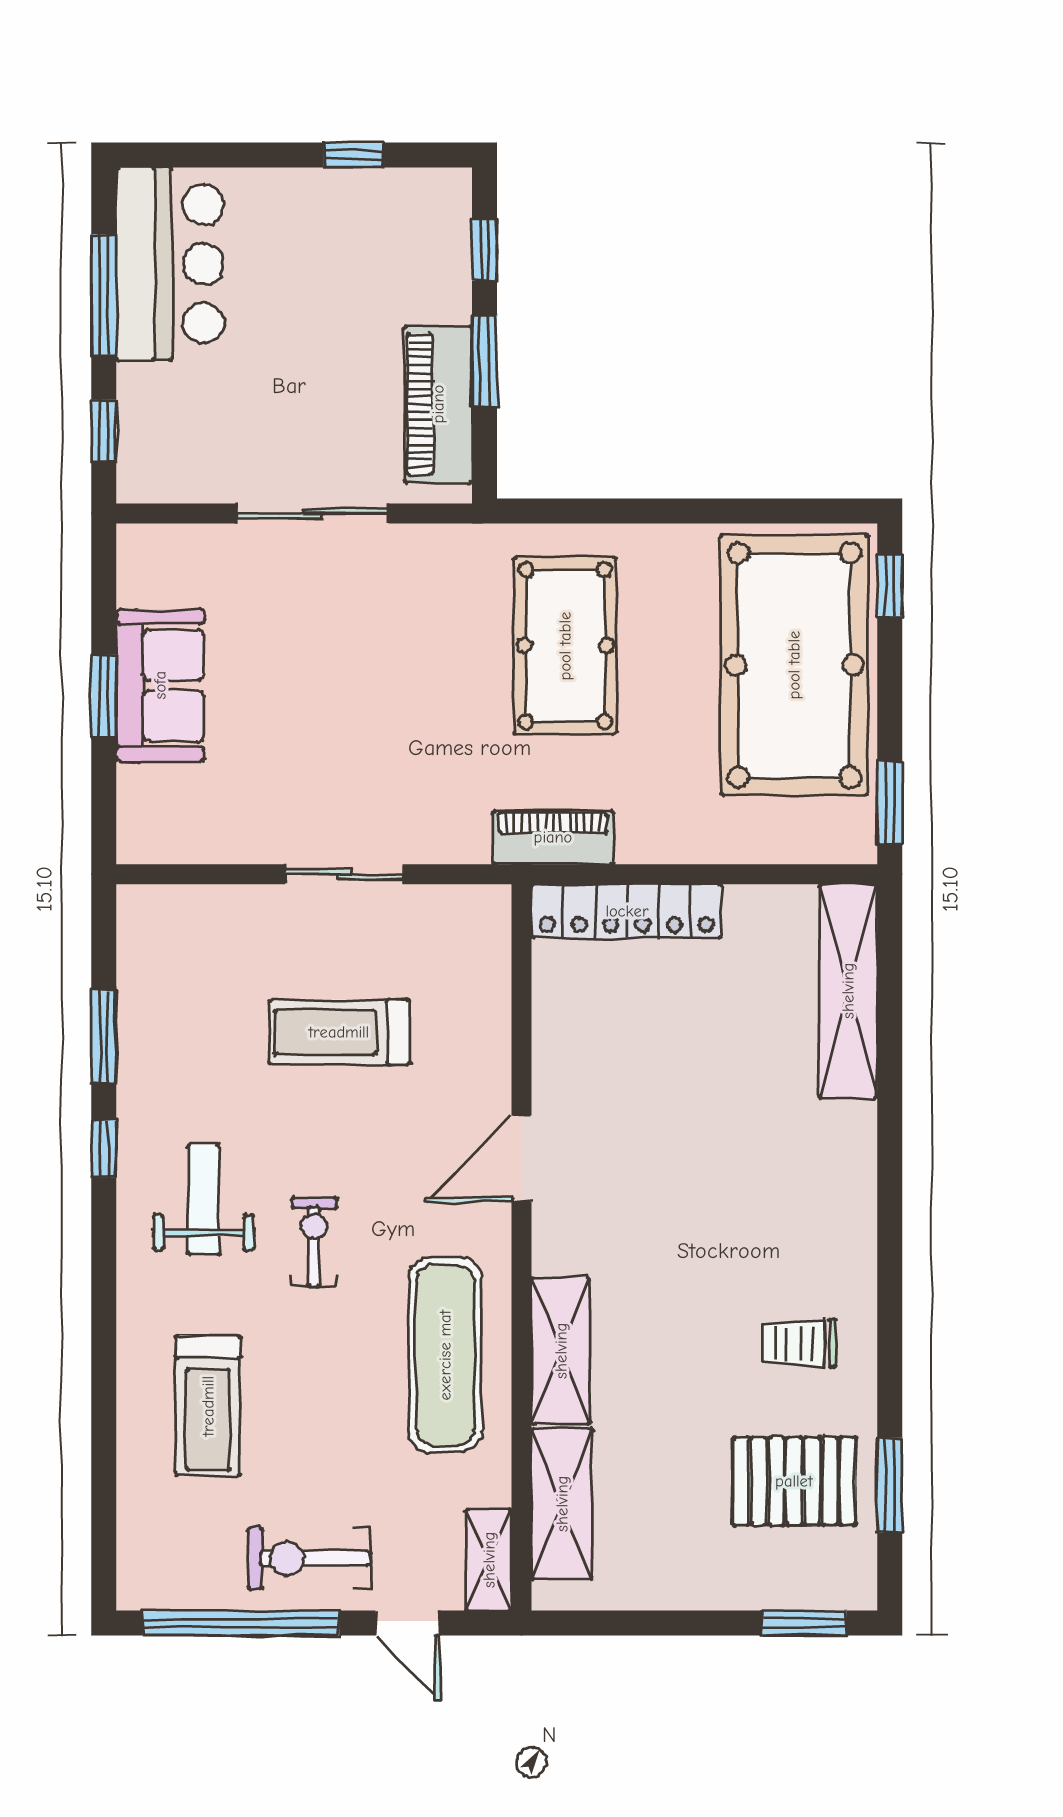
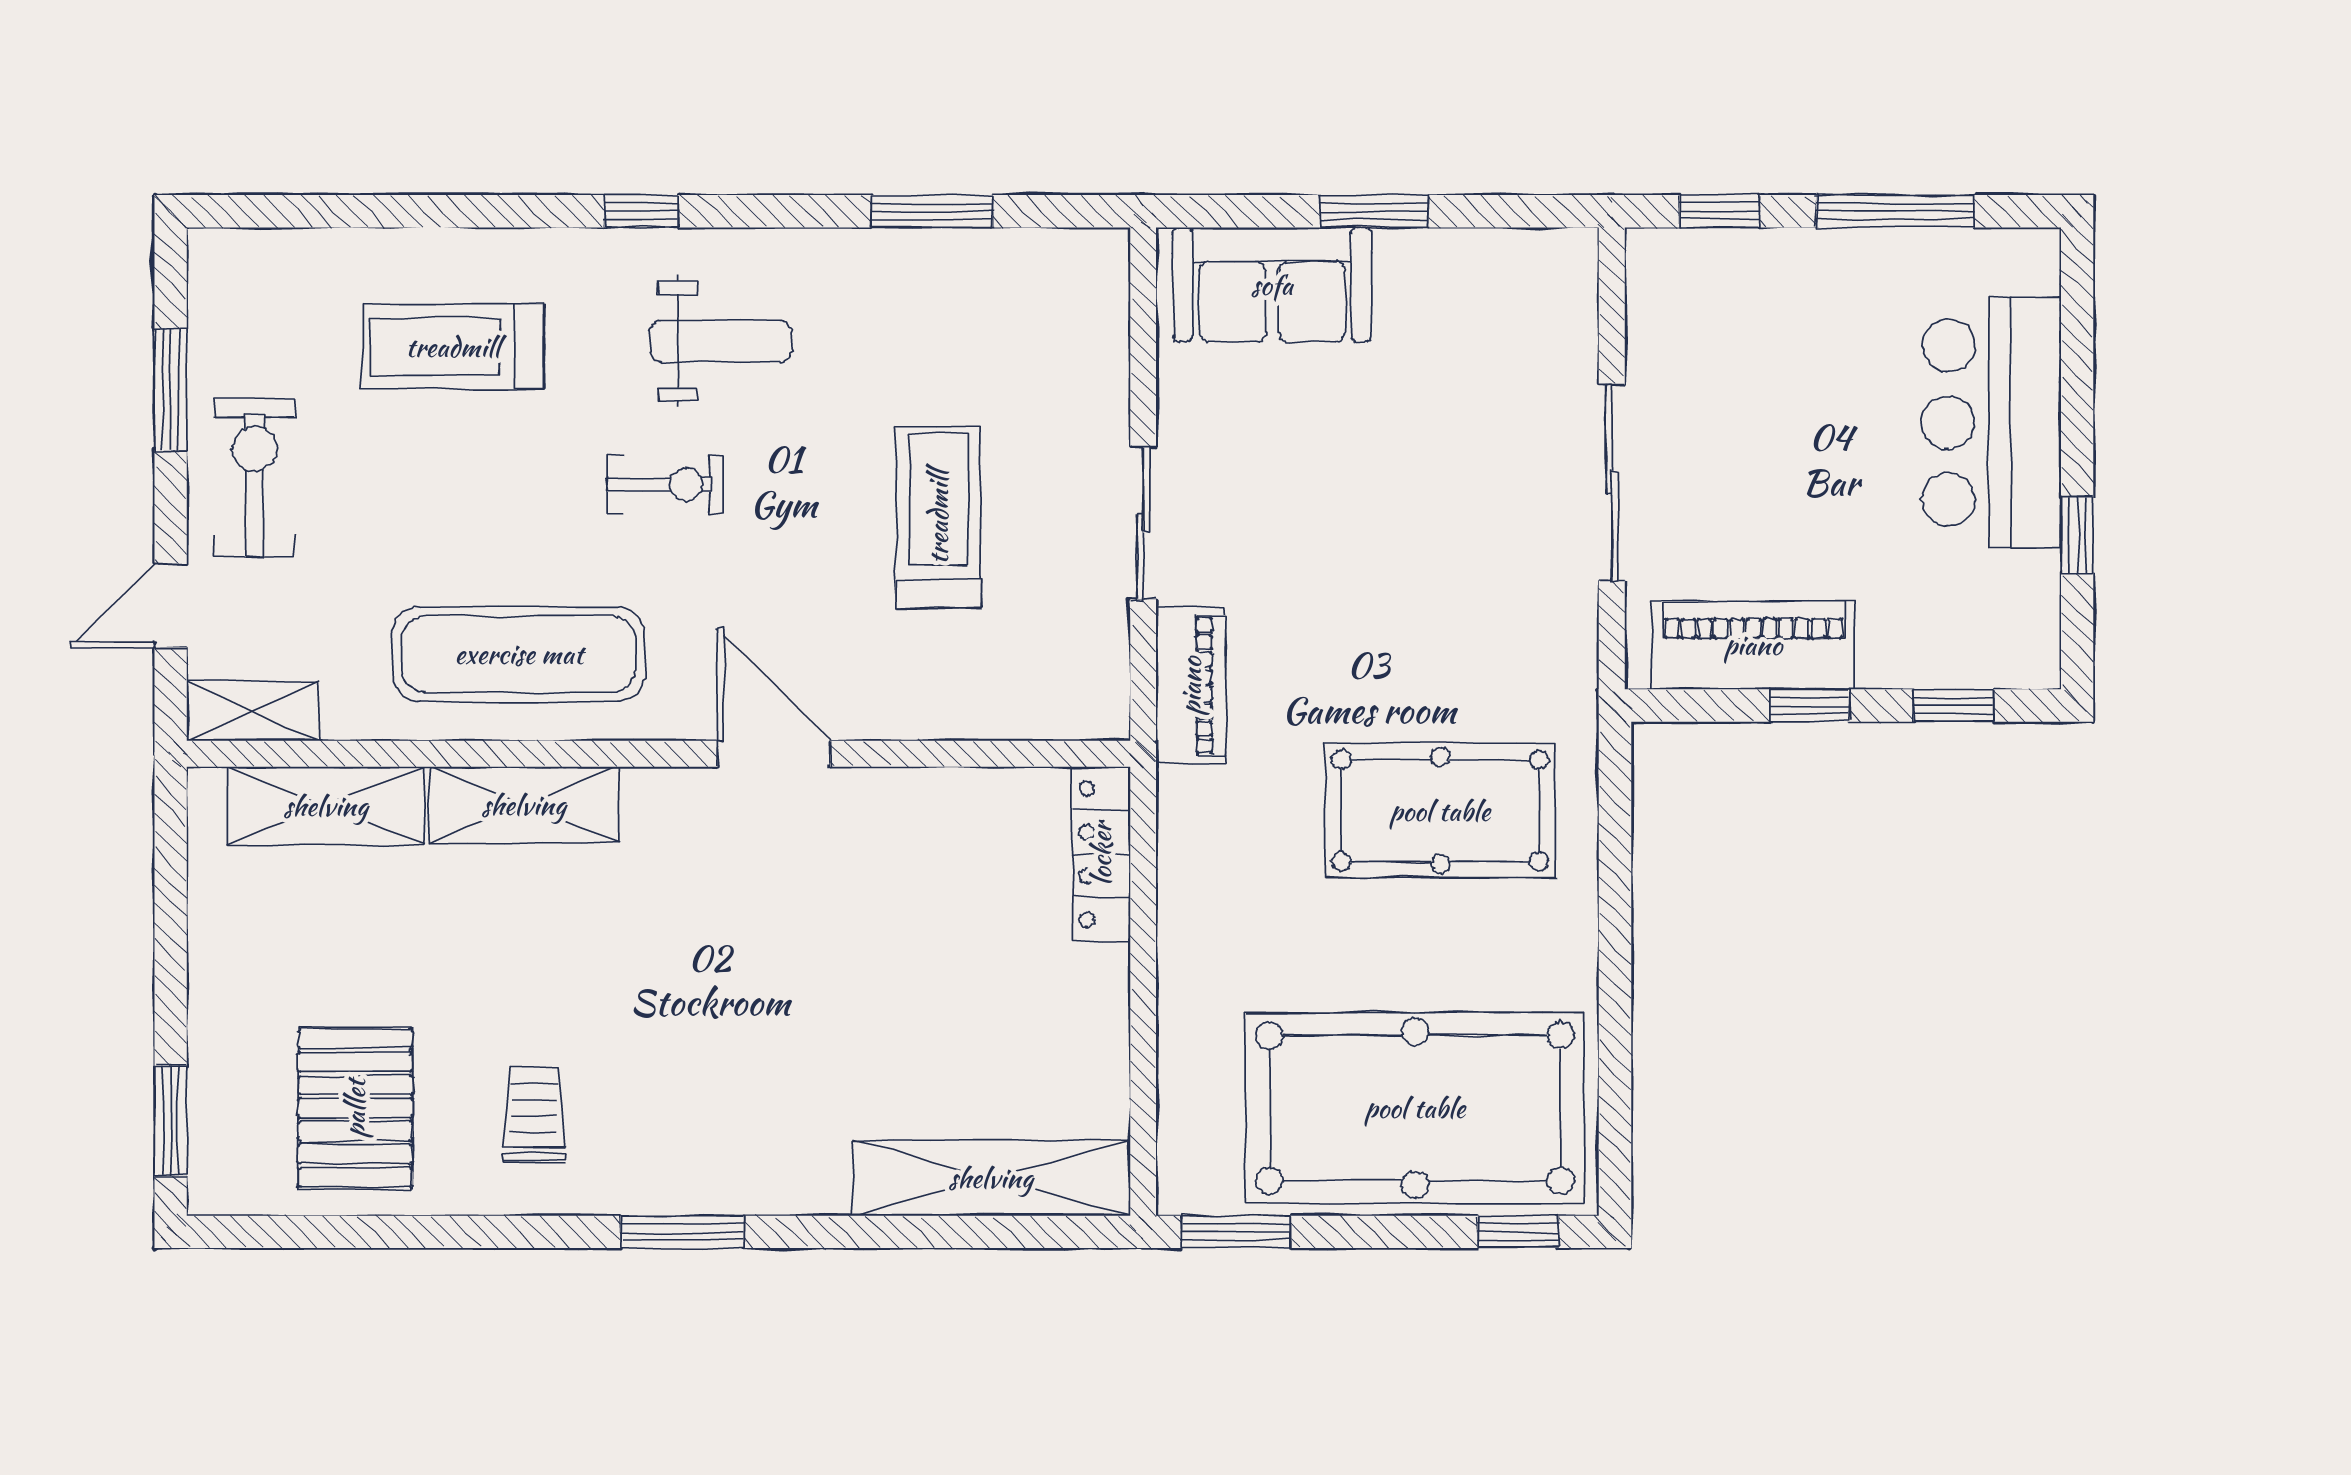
bar counter: (170, 264) -> (1991, 423), moved, turned 90
window: (484, 361) -> (1810, 706), width x0.67
sofa: (160, 685) -> (1272, 285), moved
piano: (553, 837) -> (1191, 686), moved
locker: (627, 911) -> (1101, 854), width x0.71, depth x0.83
window: (104, 1149) -> (642, 211), moved
window: (890, 1485) -> (682, 1232), moved
window: (241, 1623) -> (171, 389), width x0.47

